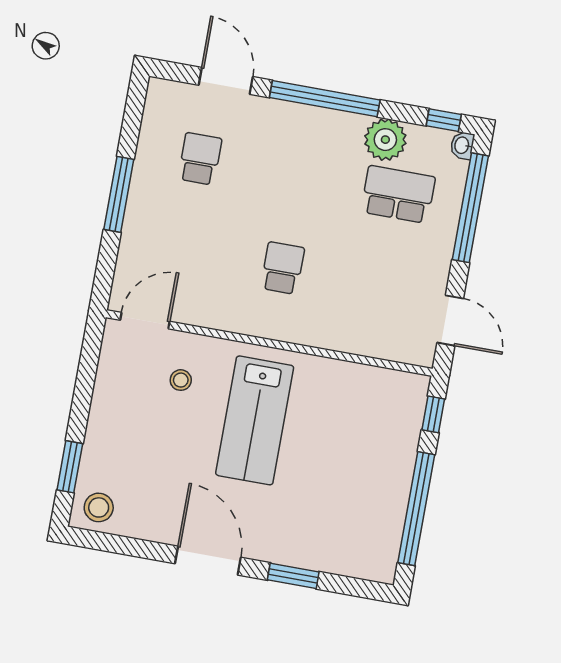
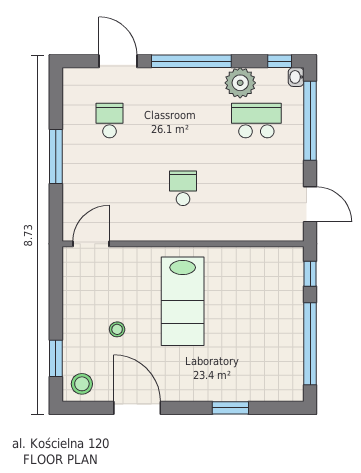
stool: (181, 380) -> (117, 329), moved
door: (208, 561) -> (137, 408), moved

